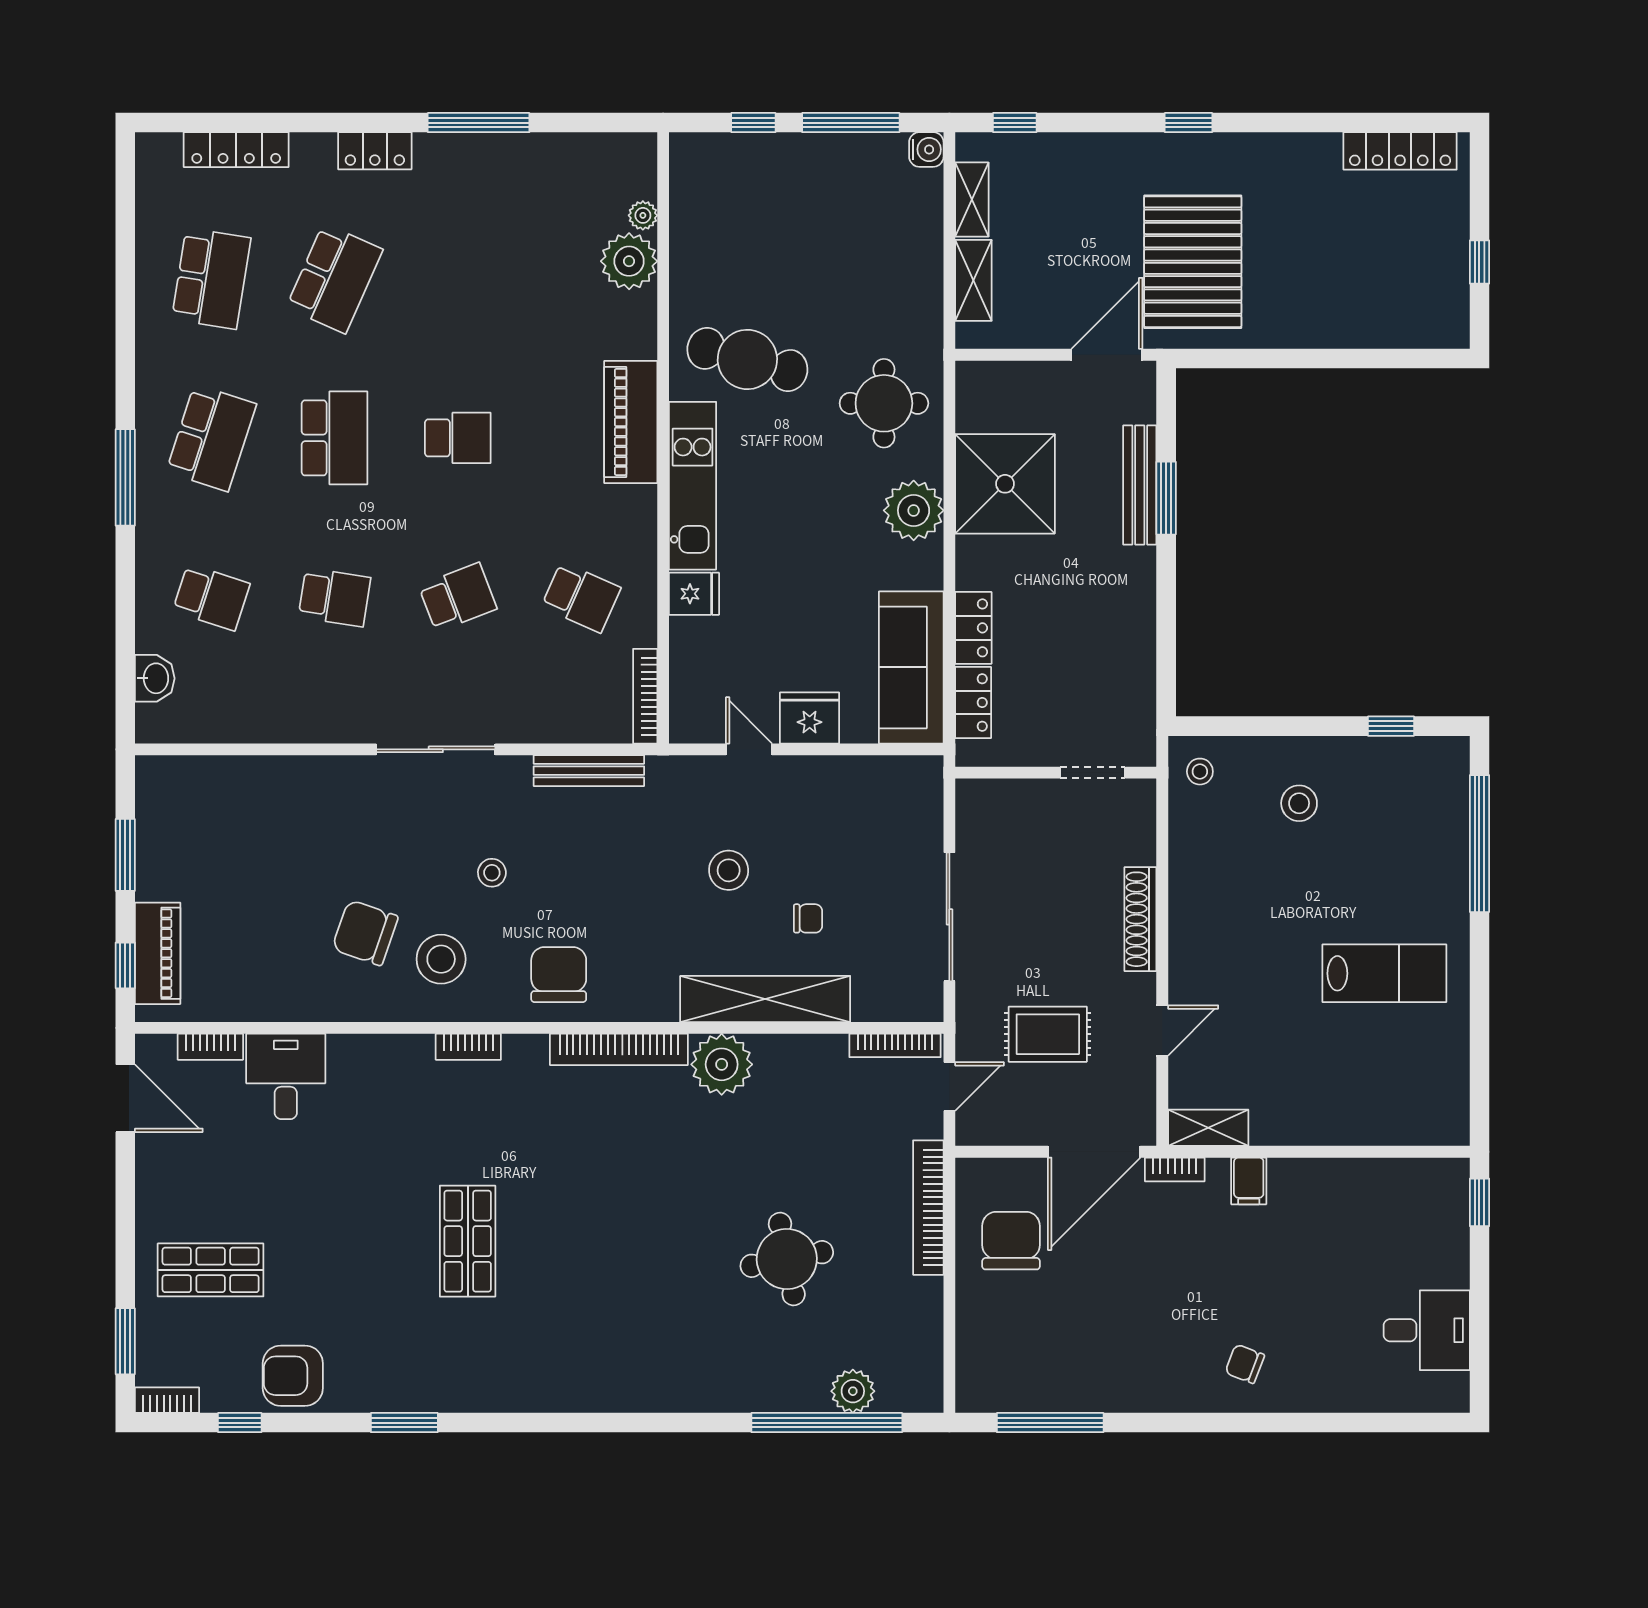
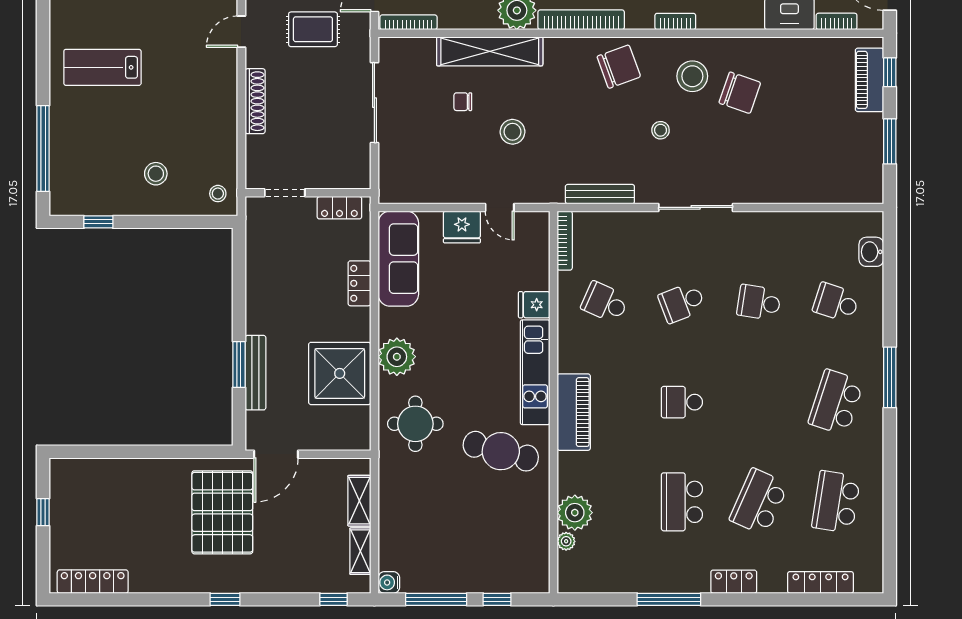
school desk: (335, 438) -> (682, 502), moved
locker: (973, 703) -> (339, 208), moved, turned -90
chair: (559, 975) -> (619, 67), turned -110

